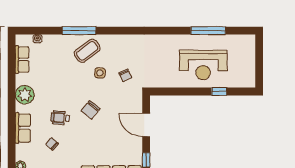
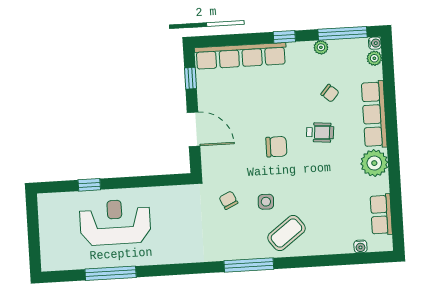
window: (79, 31) -> (249, 265), moved
chair: (91, 110) -> (276, 147), turned 51
row of seats: (23, 128) -> (374, 114), width x1.48

